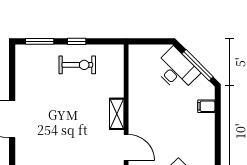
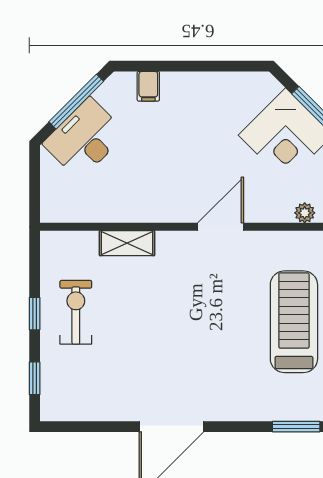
window: (40, 41) -> (35, 378), width x0.67
shelving: (117, 114) -> (127, 243), moved

